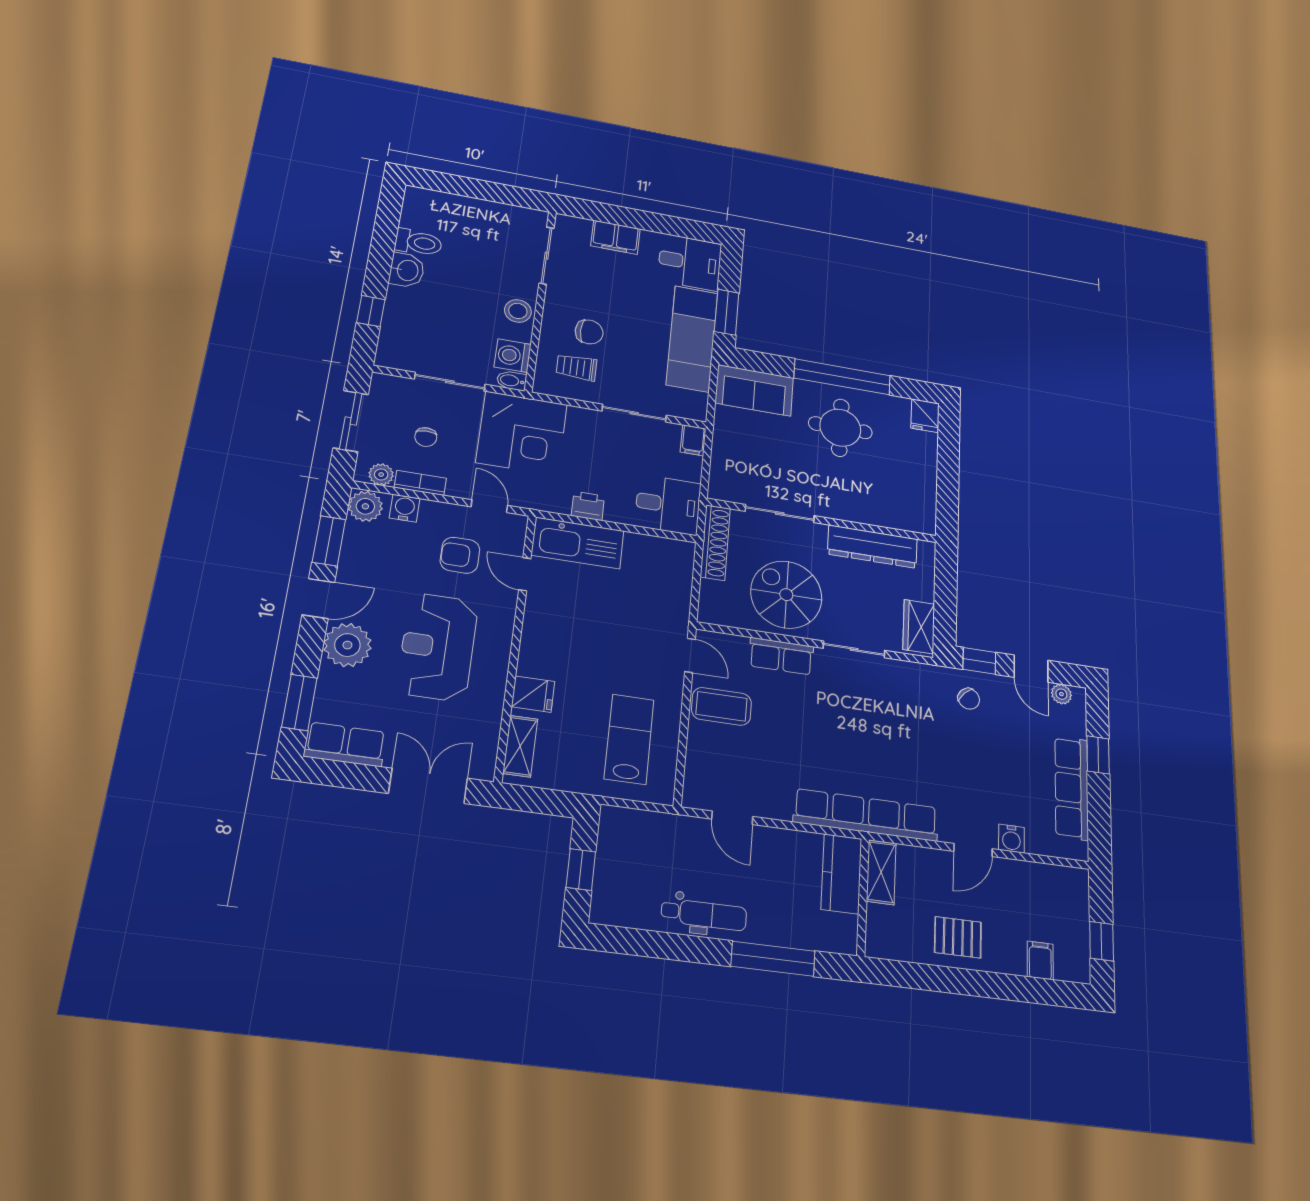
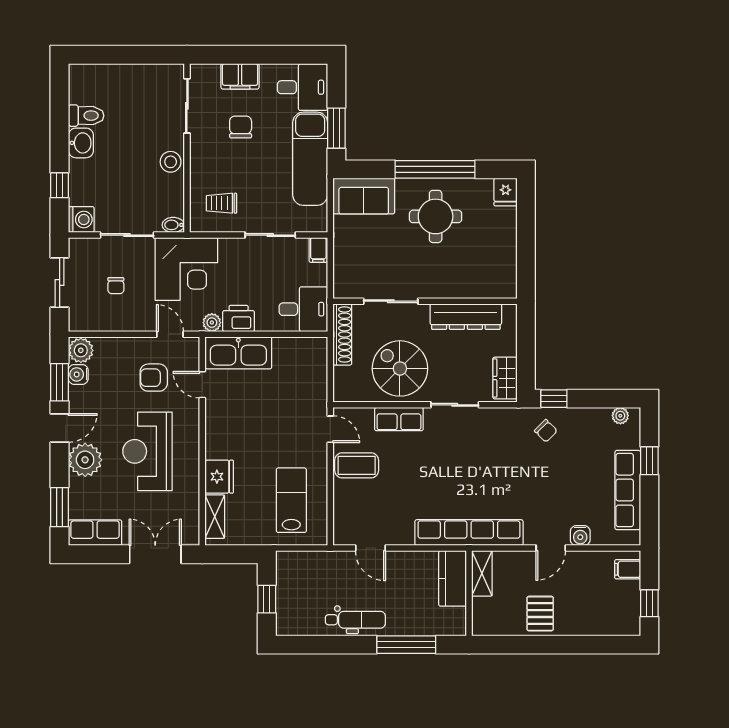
chair: (589, 332) -> (241, 127), moved, turned -90
washing machine: (513, 356) -> (81, 219), moved, turned 180
plant: (381, 474) -> (212, 323), moved
bookcase: (420, 483) -> (117, 324), removed
printer: (588, 506) -> (239, 318), width x1.36, depth x1.24
water cooler: (405, 508) -> (78, 374), moved, turned -90
door: (1031, 669) -> (596, 399), removed
fridge: (533, 694) -> (219, 477), width x1.38
pallet: (958, 937) -> (540, 614), turned 90
filing cabinet: (1040, 960) -> (628, 569), moved, turned -90

